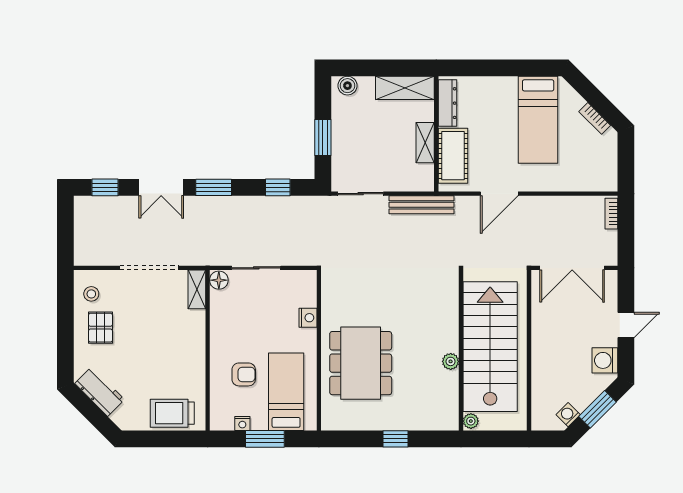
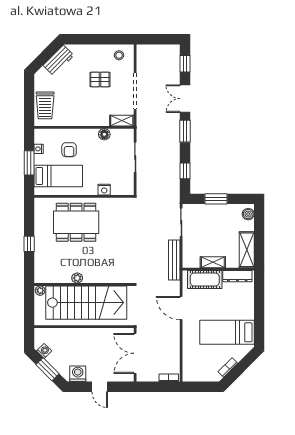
floor lamp: (219, 280) -> (104, 134), moved
pallet: (100, 328) -> (100, 79), moved
trolley: (172, 413) -> (45, 105), turned 180

